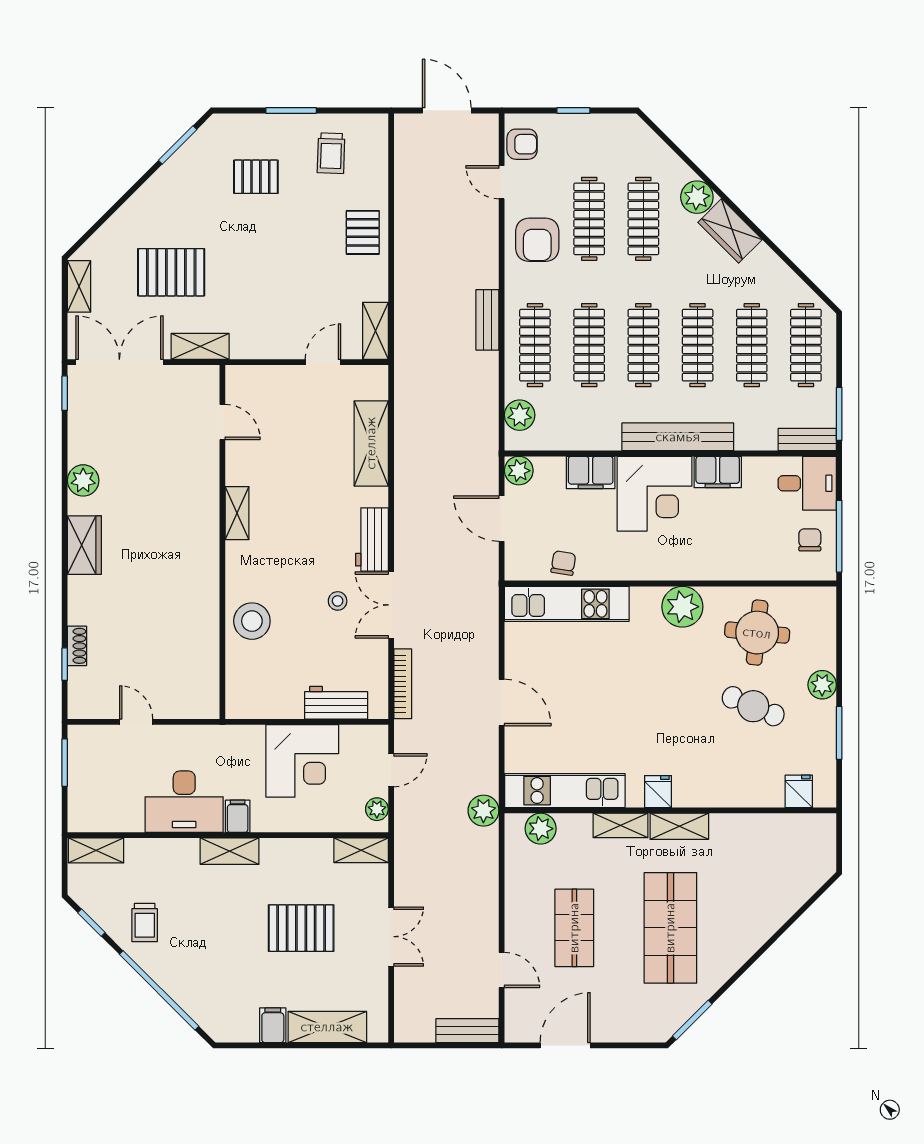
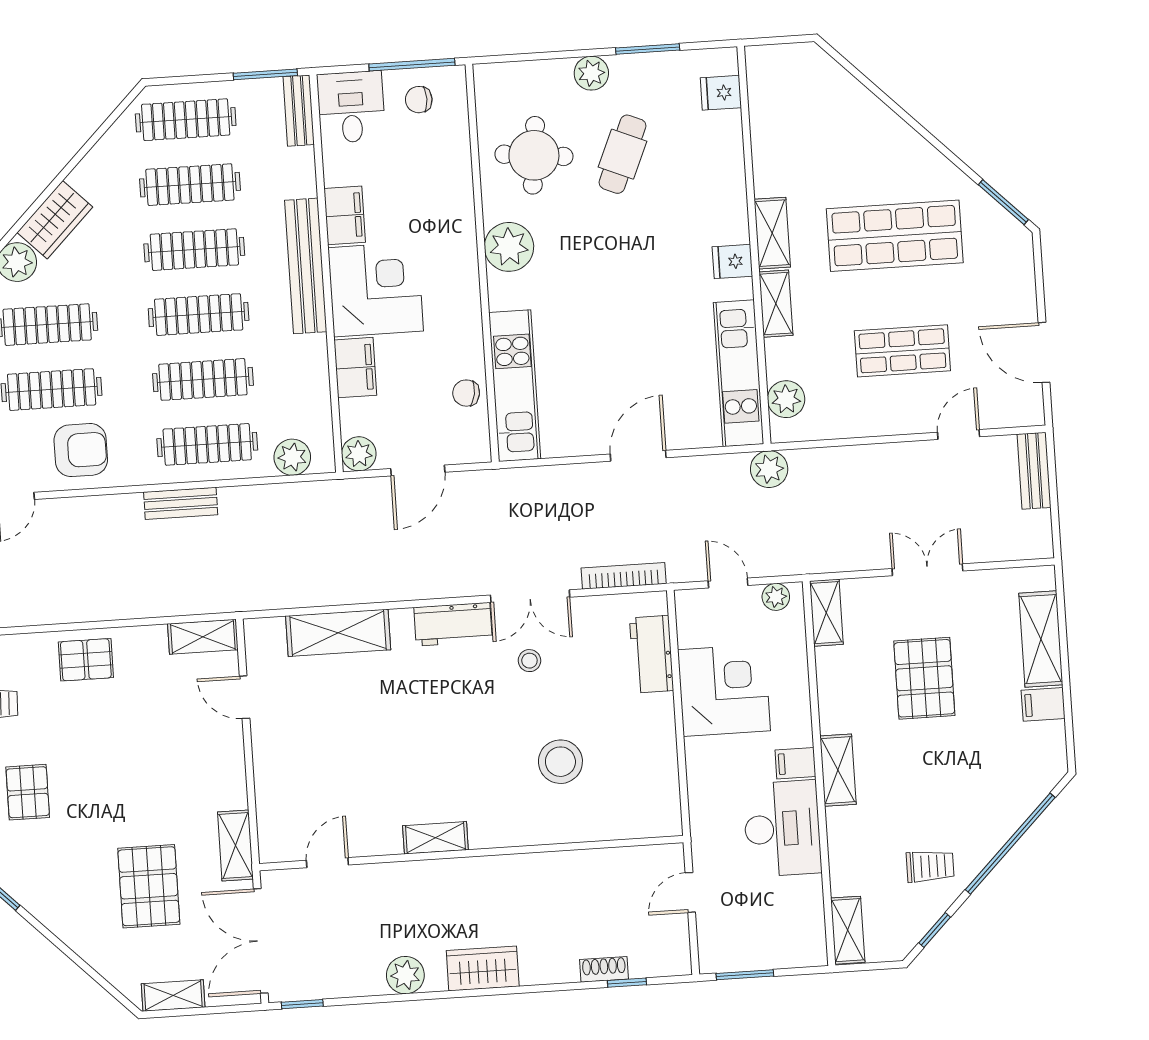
door: (222, 422) -> (327, 863), moved
shelving: (237, 513) -> (435, 838), moved
wall: (222, 542) -> (471, 853), moved

